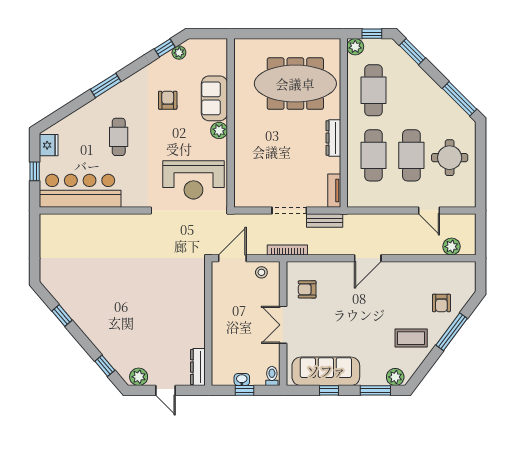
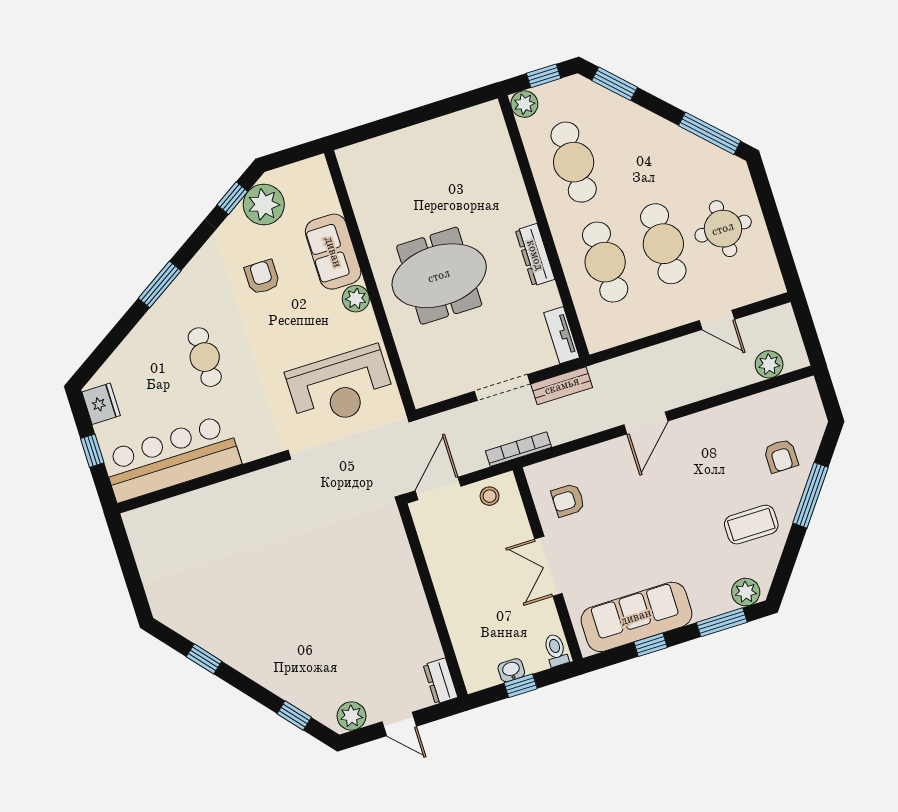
plant: (179, 53) -> (264, 205), width x1.88, depth x1.88
meeting table: (295, 84) -> (439, 276), moved, width x0.73
dresser: (198, 367) -> (440, 681), width x0.70

